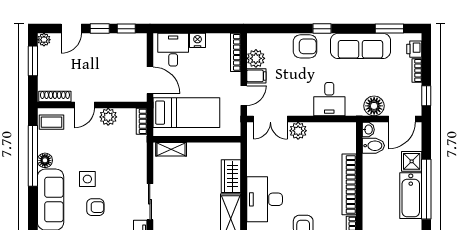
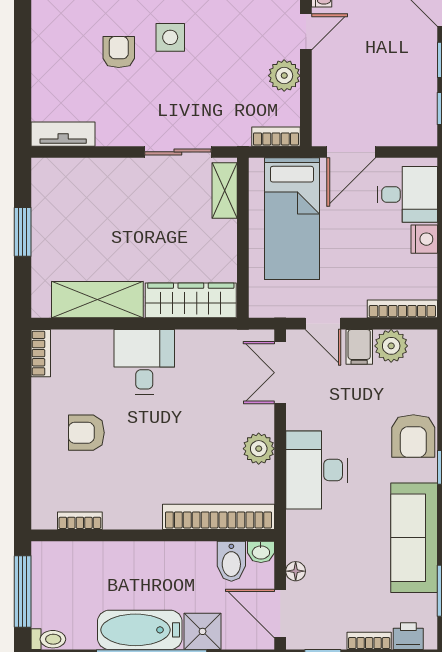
desk: (329, 99) -> (317, 470), width x1.37
door: (84, 105) -> (306, 32), swing flipped
floor lamp: (374, 106) -> (296, 571), width x0.53, depth x0.53
plant: (298, 131) -> (259, 449), moved
wardrobe: (231, 176) -> (191, 300), width x1.50
bookcase: (349, 184) -> (219, 517), moved
desk: (265, 199) -> (144, 362), width x0.73
sliding door: (150, 202) -> (178, 152), moved
armchair: (95, 207) -> (119, 52), turned 180

